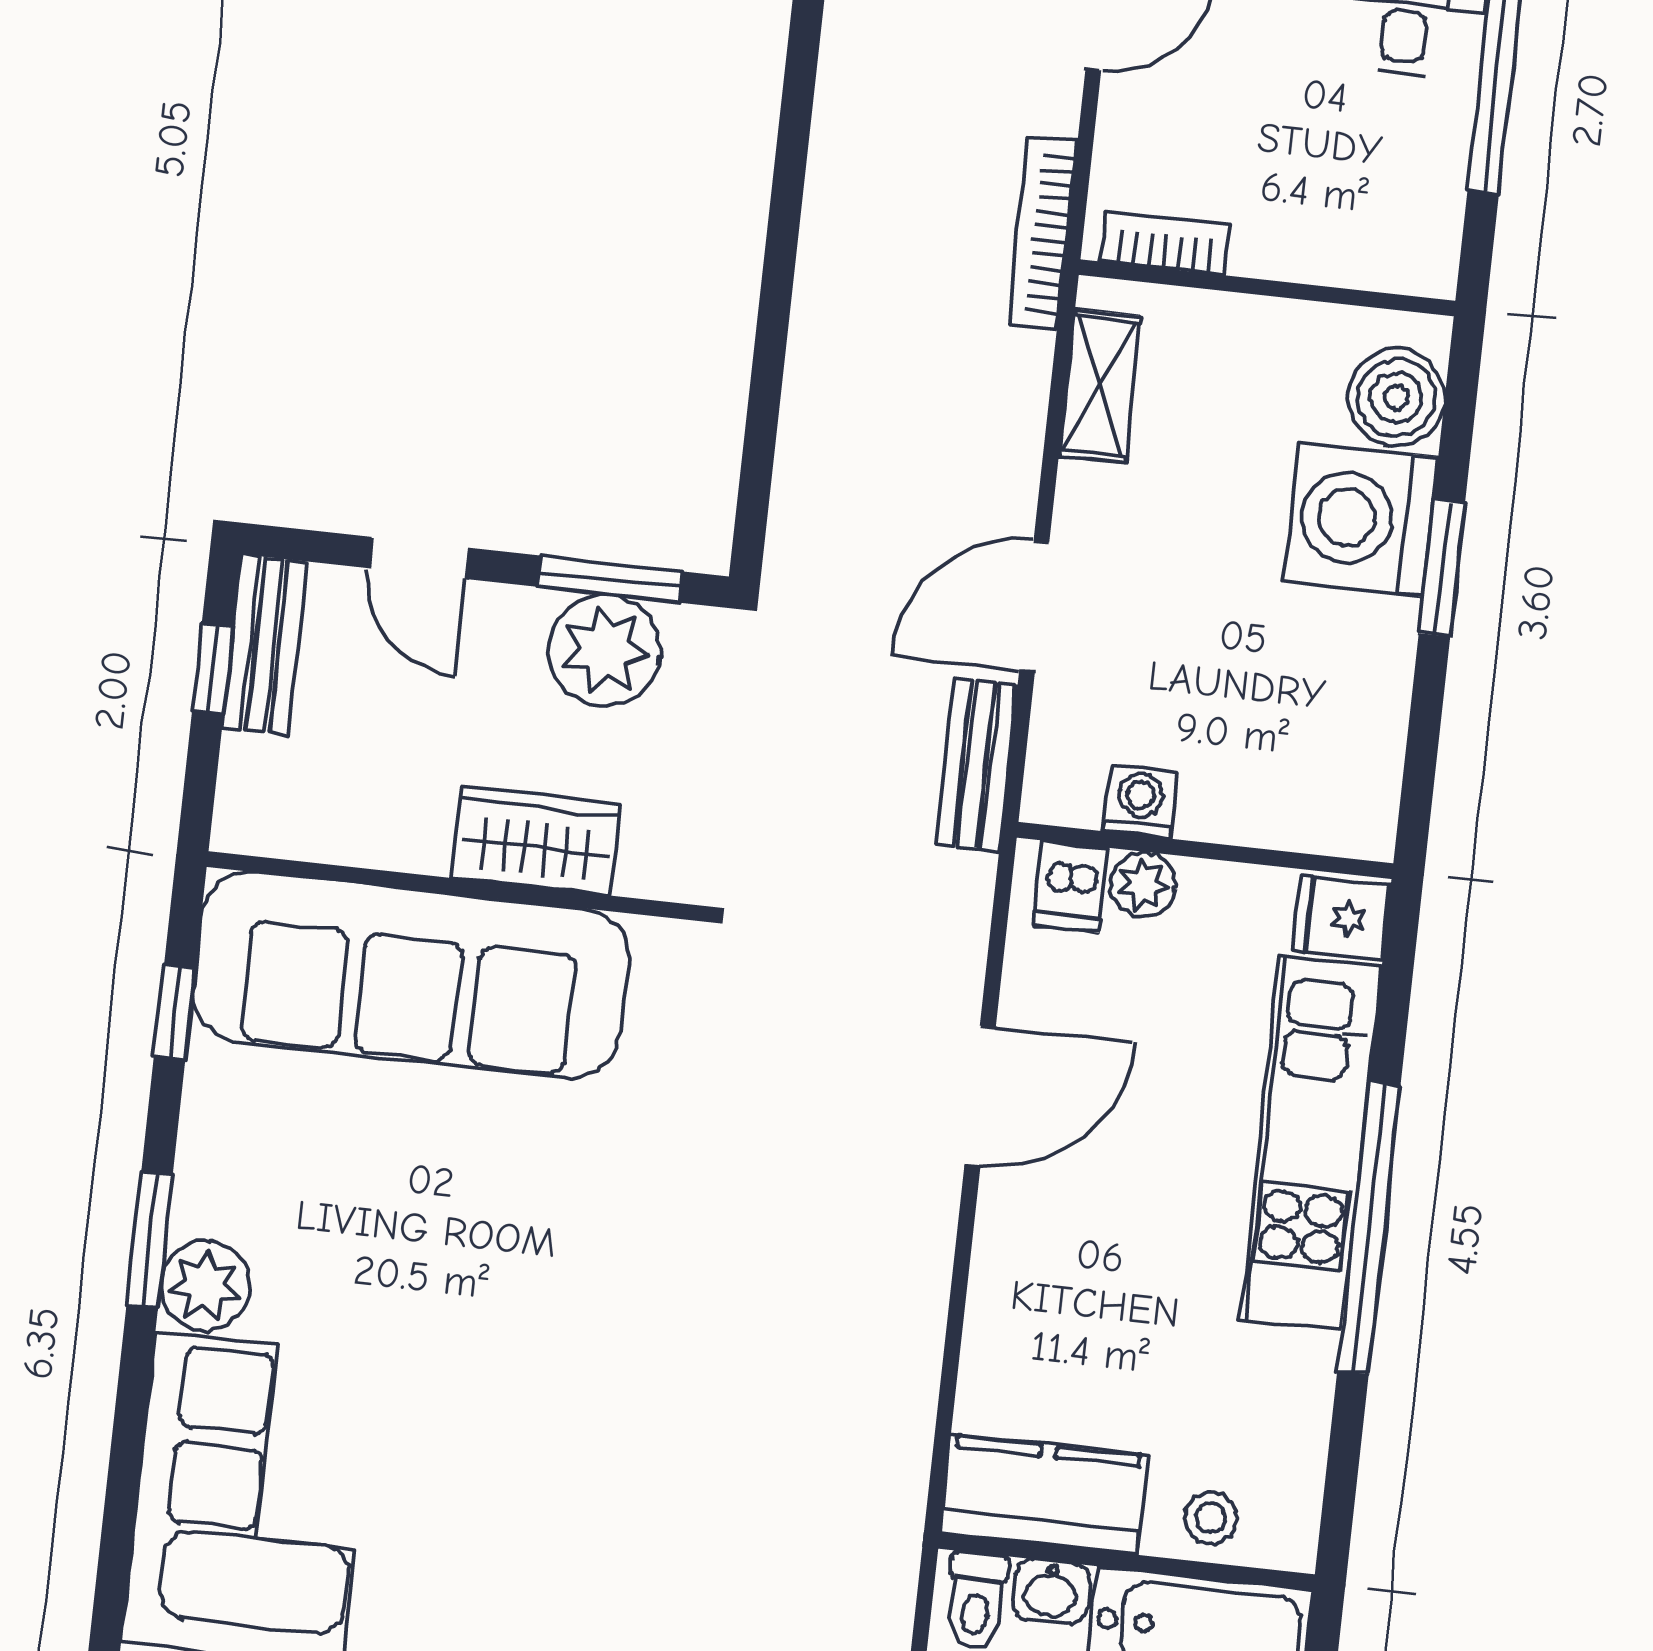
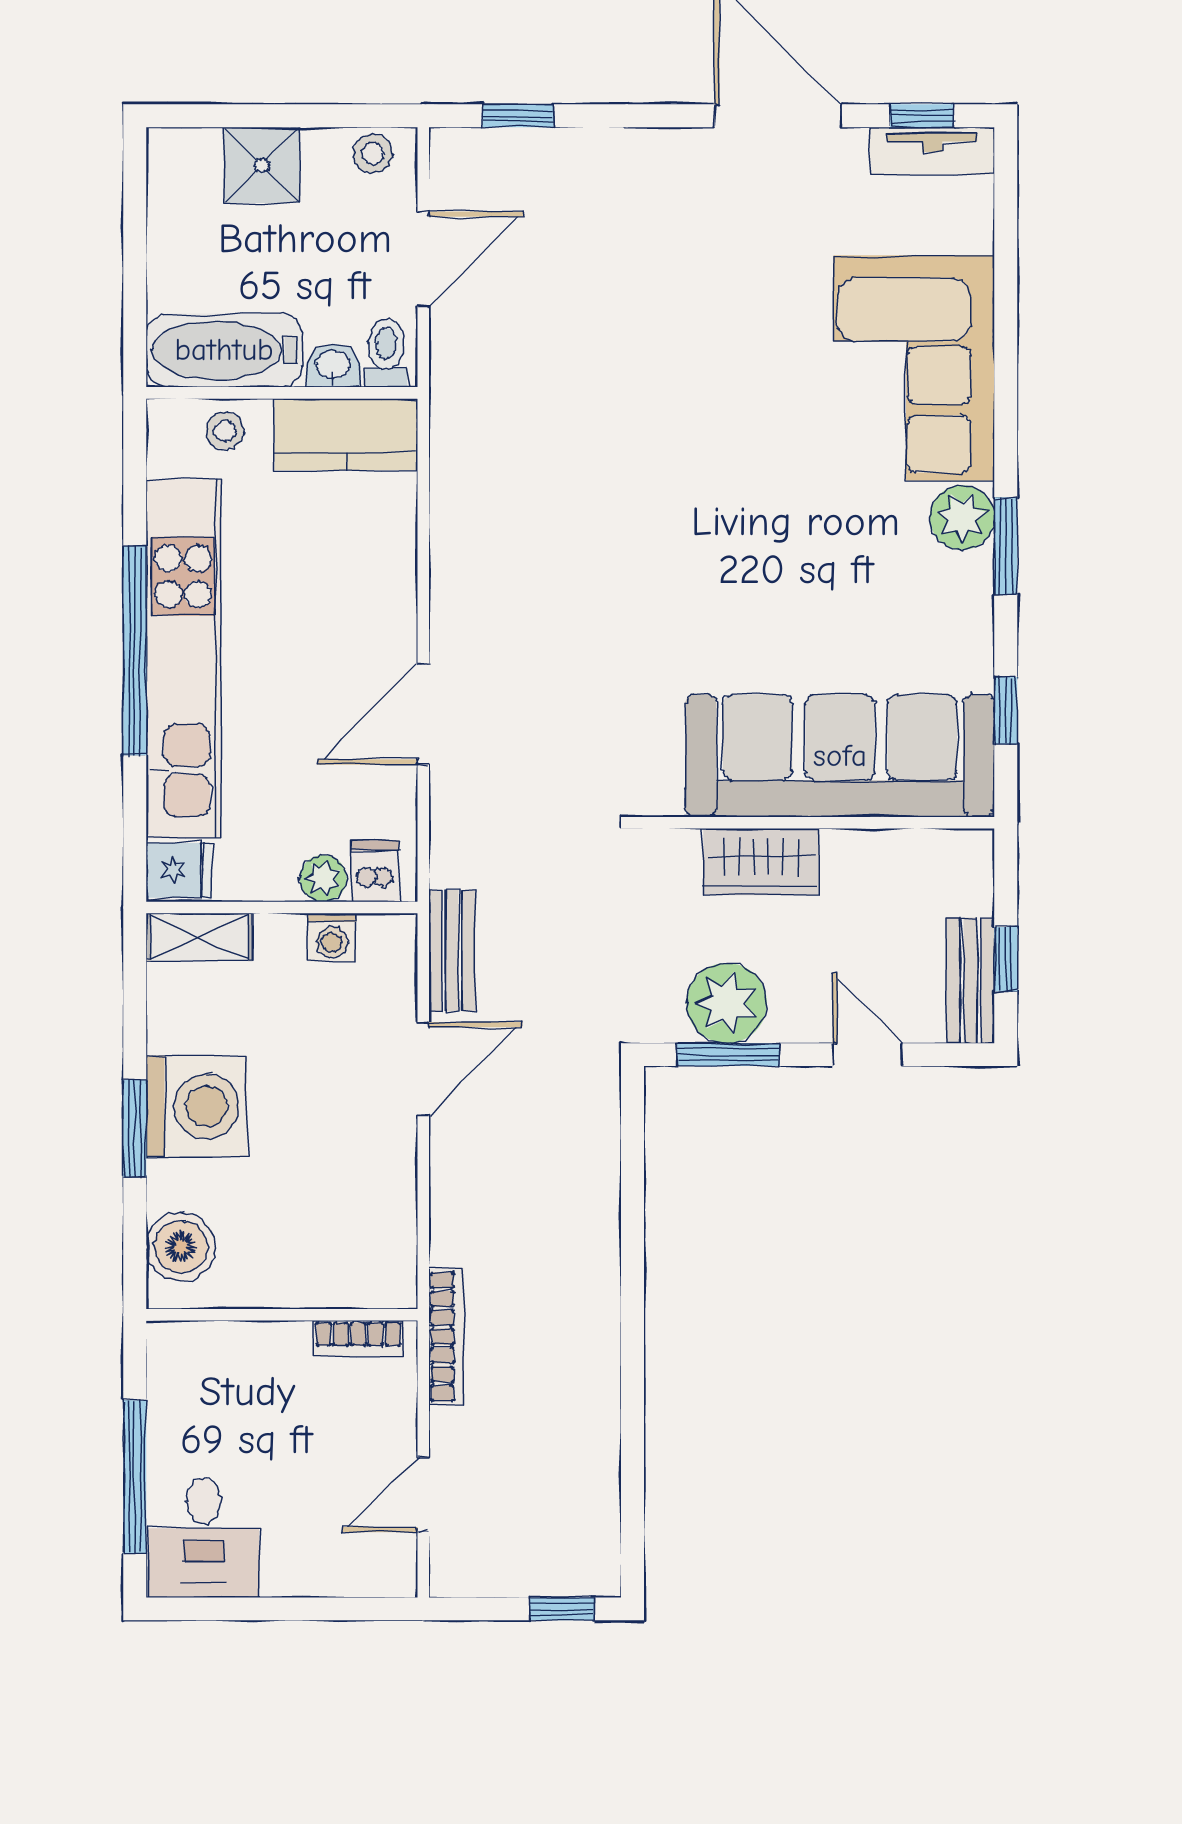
shelving: (1100, 386) -> (199, 937), moved, turned 90
washing machine: (1361, 519) -> (197, 1106), moved
kitchen unit: (1311, 1143) -> (183, 659), width x1.36

